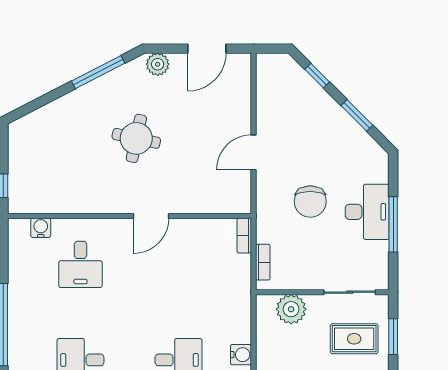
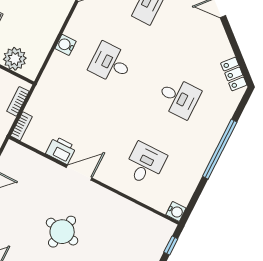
water cooler: (41, 228) -> (176, 211), moved, turned -90
printer: (185, 231) -> (61, 150), added

